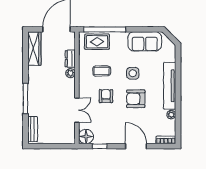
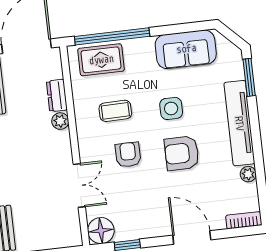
window: (178, 61) -> (249, 77), added

